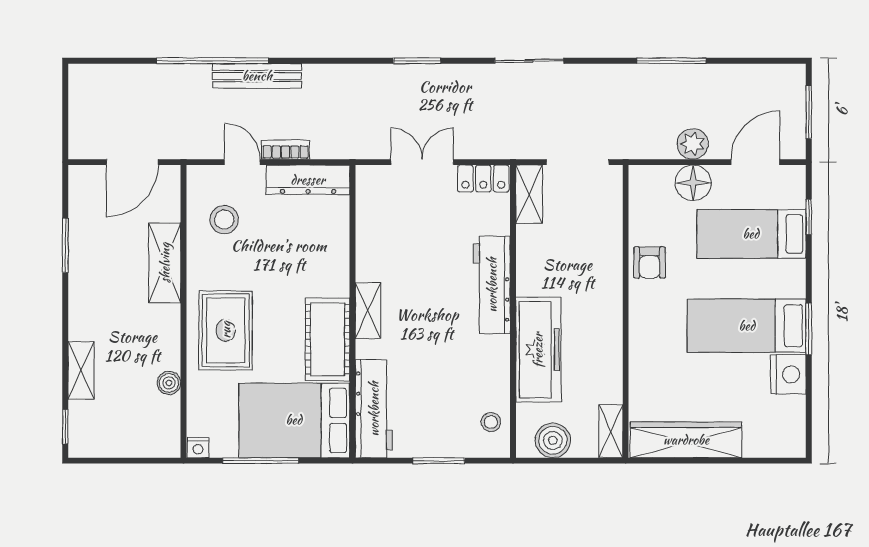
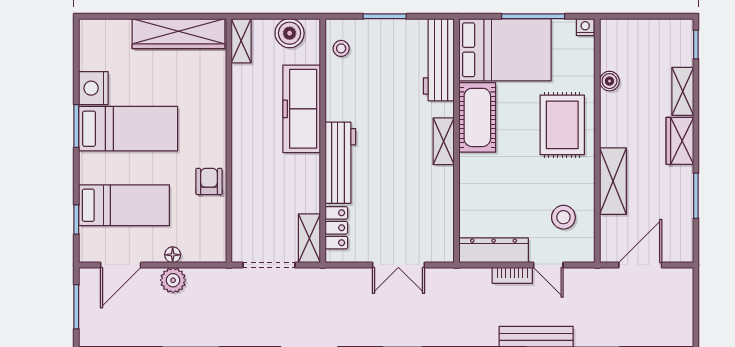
locker: (483, 179) -> (336, 228), moved, turned 90
floor lamp: (693, 183) -> (173, 255), width x0.53, depth x0.53
wardrobe: (84, 311) -> (680, 141), added

